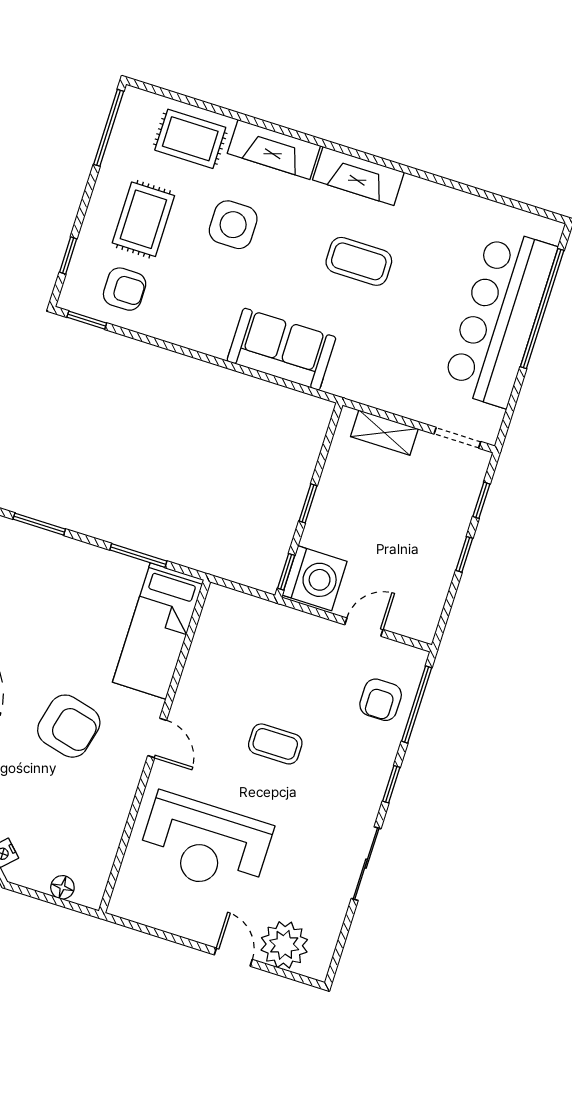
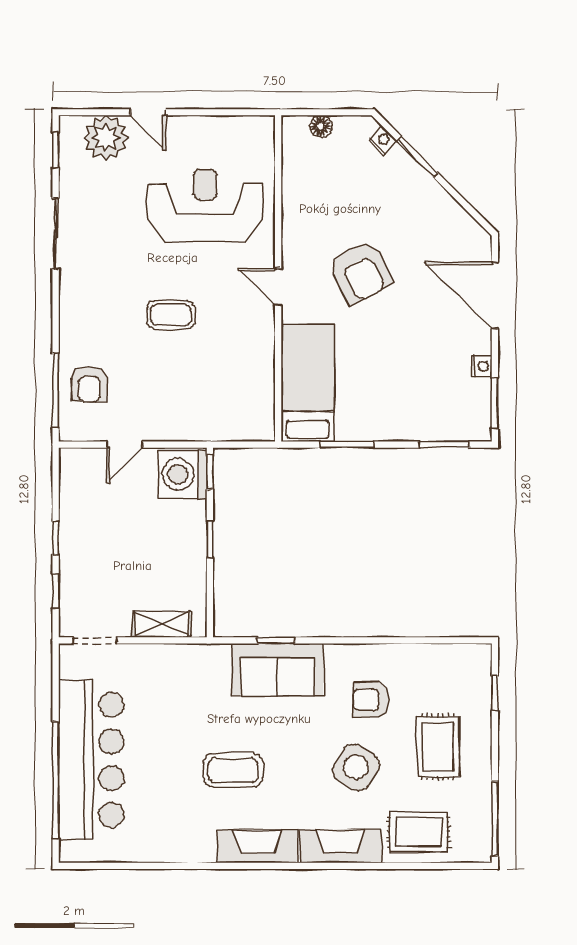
side table: (233, 225) -> (356, 767), turned 33
armchair: (125, 289) -> (371, 700), moved
window: (87, 320) -> (276, 640), moved
armchair: (381, 700) -> (89, 384), turned 180
armchair: (69, 726) -> (361, 272), turned -131
window: (391, 784) -> (56, 150), moved

